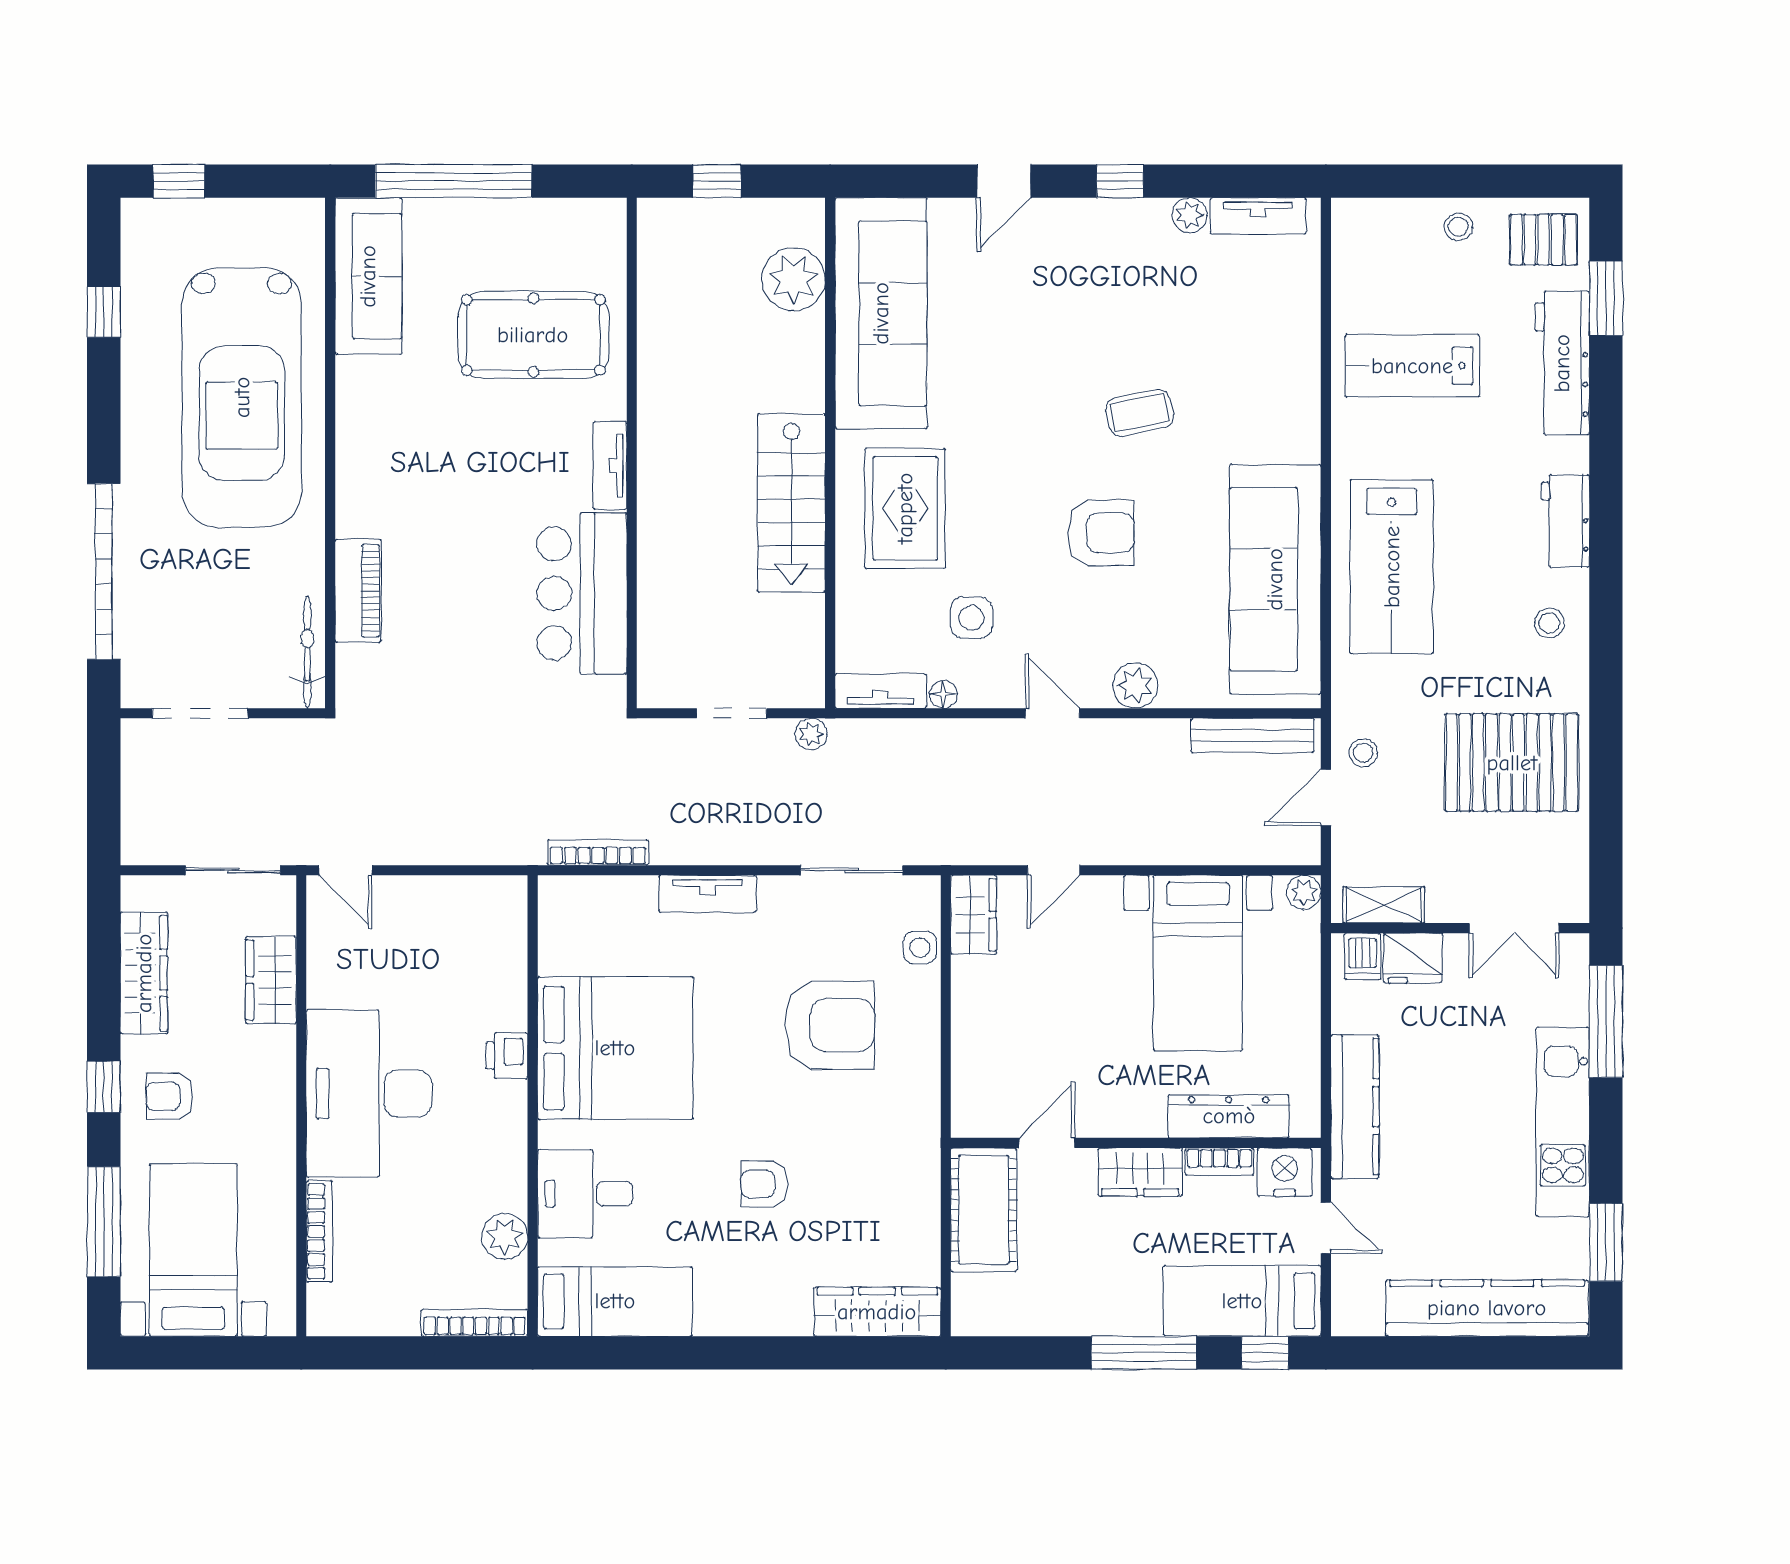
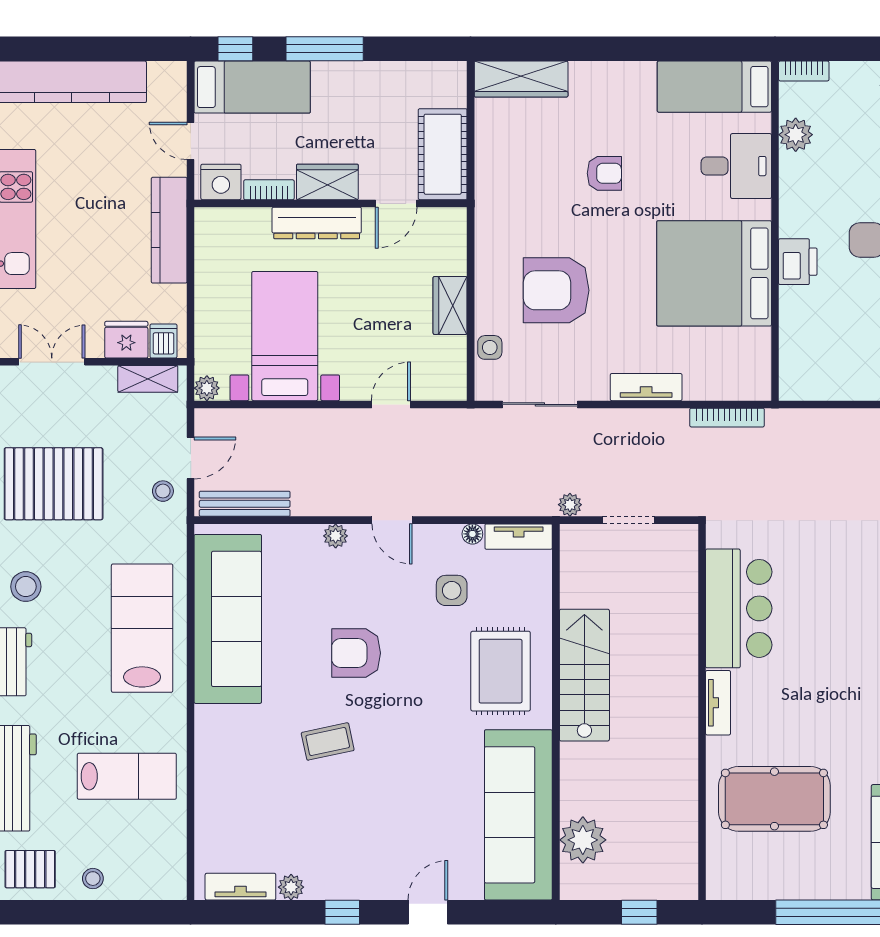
stool: (1549, 623) -> (26, 587), width x1.37, depth x1.37
plant: (1135, 686) -> (336, 536), width x0.73, depth x0.73
wardrobe: (974, 915) -> (450, 305), moved
printer: (507, 1056) -> (798, 262), width x1.36, depth x1.24
dresser: (1229, 1116) -> (317, 223), moved
bookcase: (475, 1323) -> (804, 71), width x0.64

